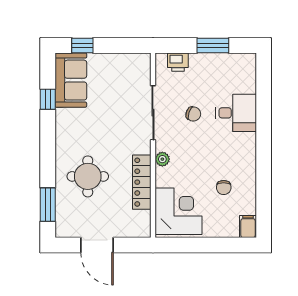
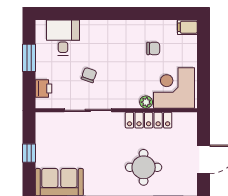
window: (82, 46) -> (29, 153), moved
desk: (236, 113) -> (63, 38), moved
plant: (162, 159) -> (146, 102), moved

